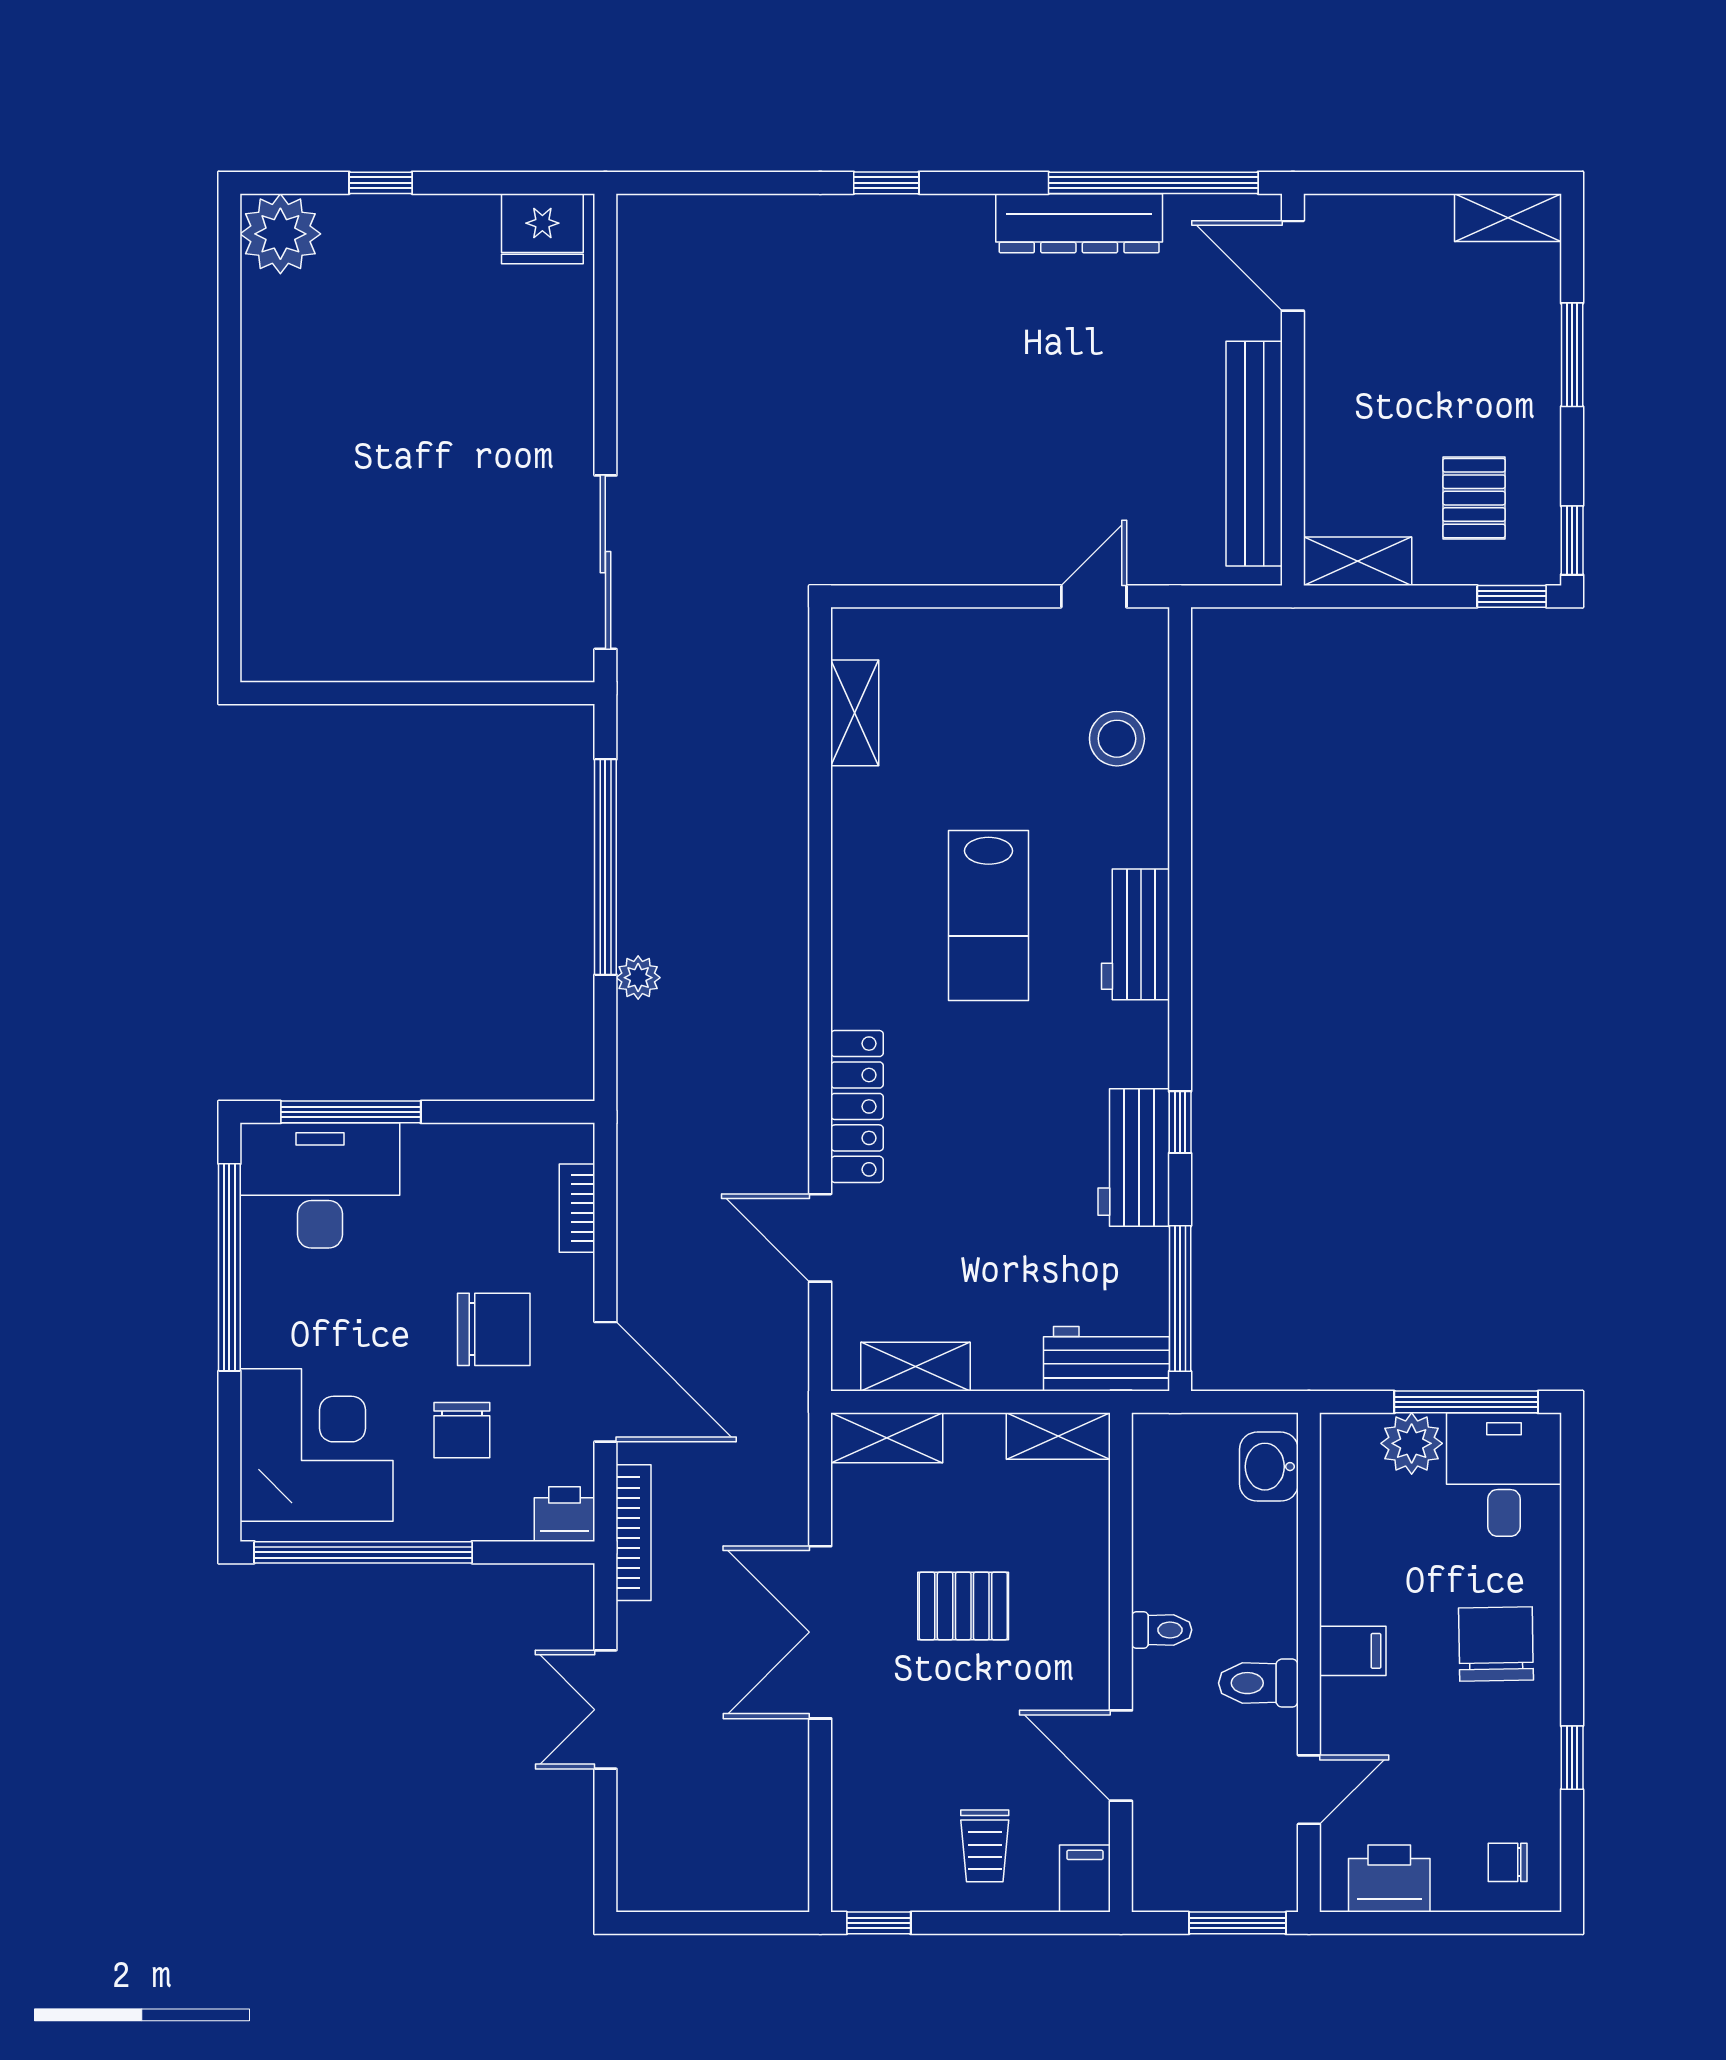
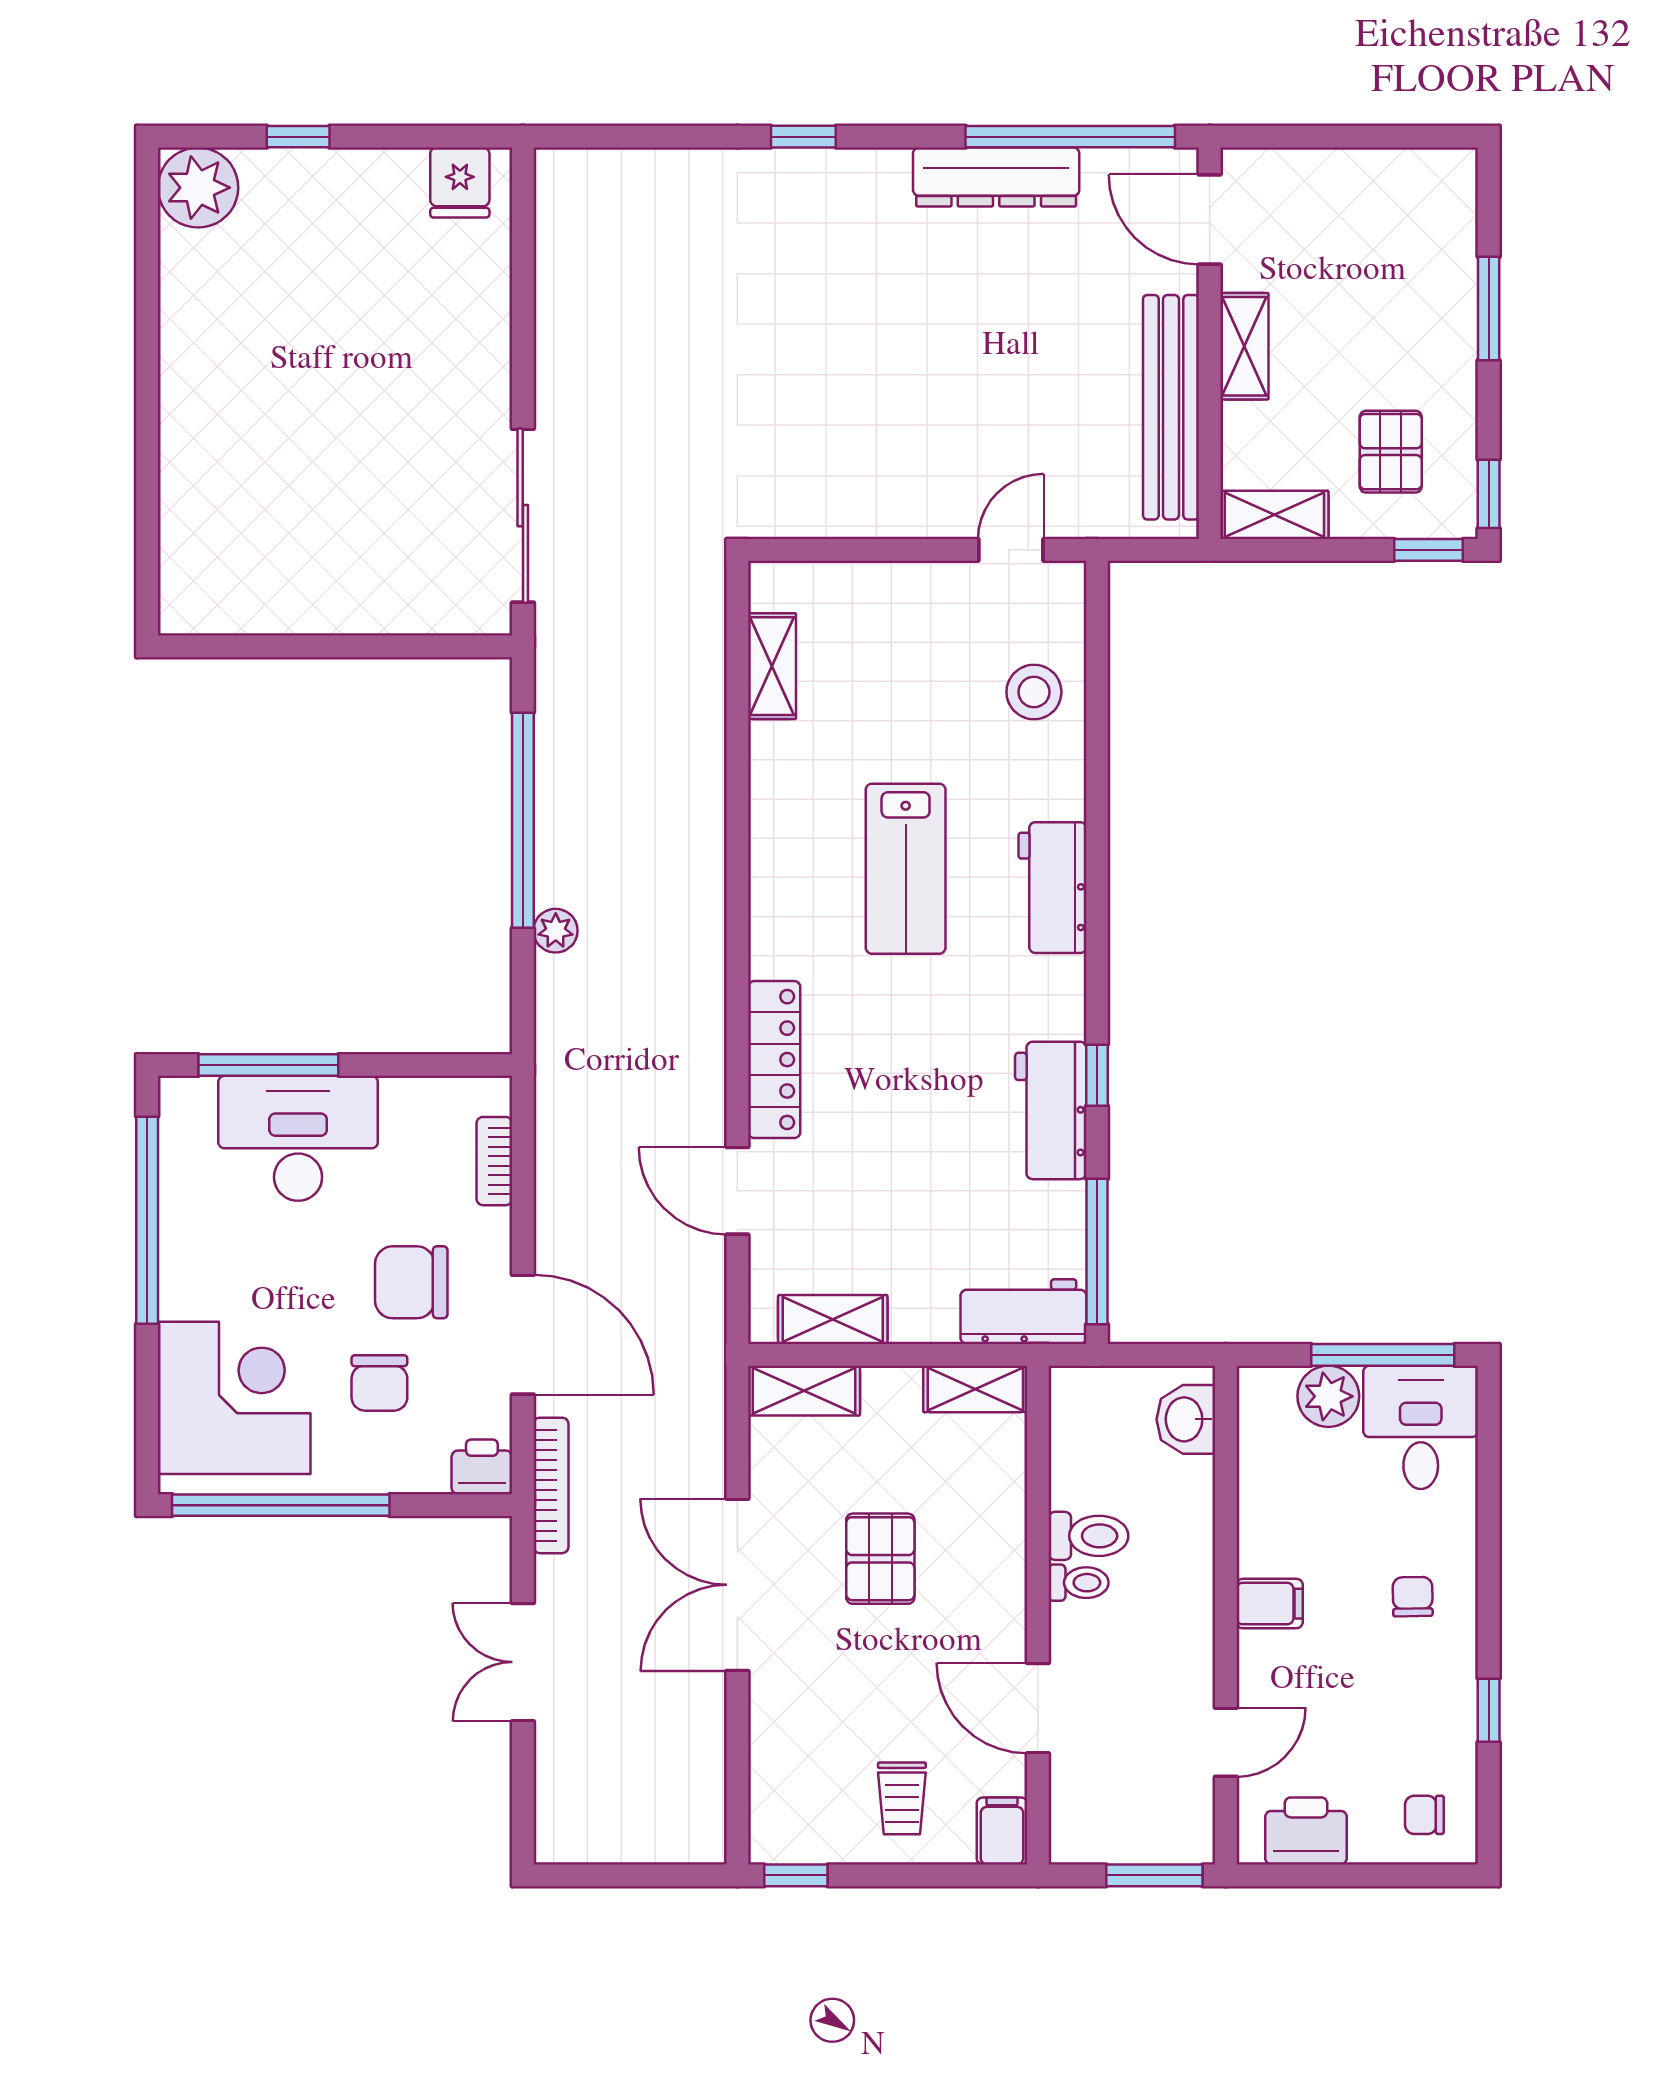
shelving: (1508, 218) -> (1244, 346), moved, turned 90
fridge: (542, 229) -> (460, 182), width x0.72
desk: (320, 1185) -> (298, 1138), moved
chair: (494, 1329) -> (411, 1282), turned 180
pallet: (963, 1606) -> (880, 1559), turned 90
chair: (1496, 1644) -> (1413, 1597), width x0.54, depth x0.54
toilet: (1258, 1683) -> (1088, 1536), moved, turned 180

